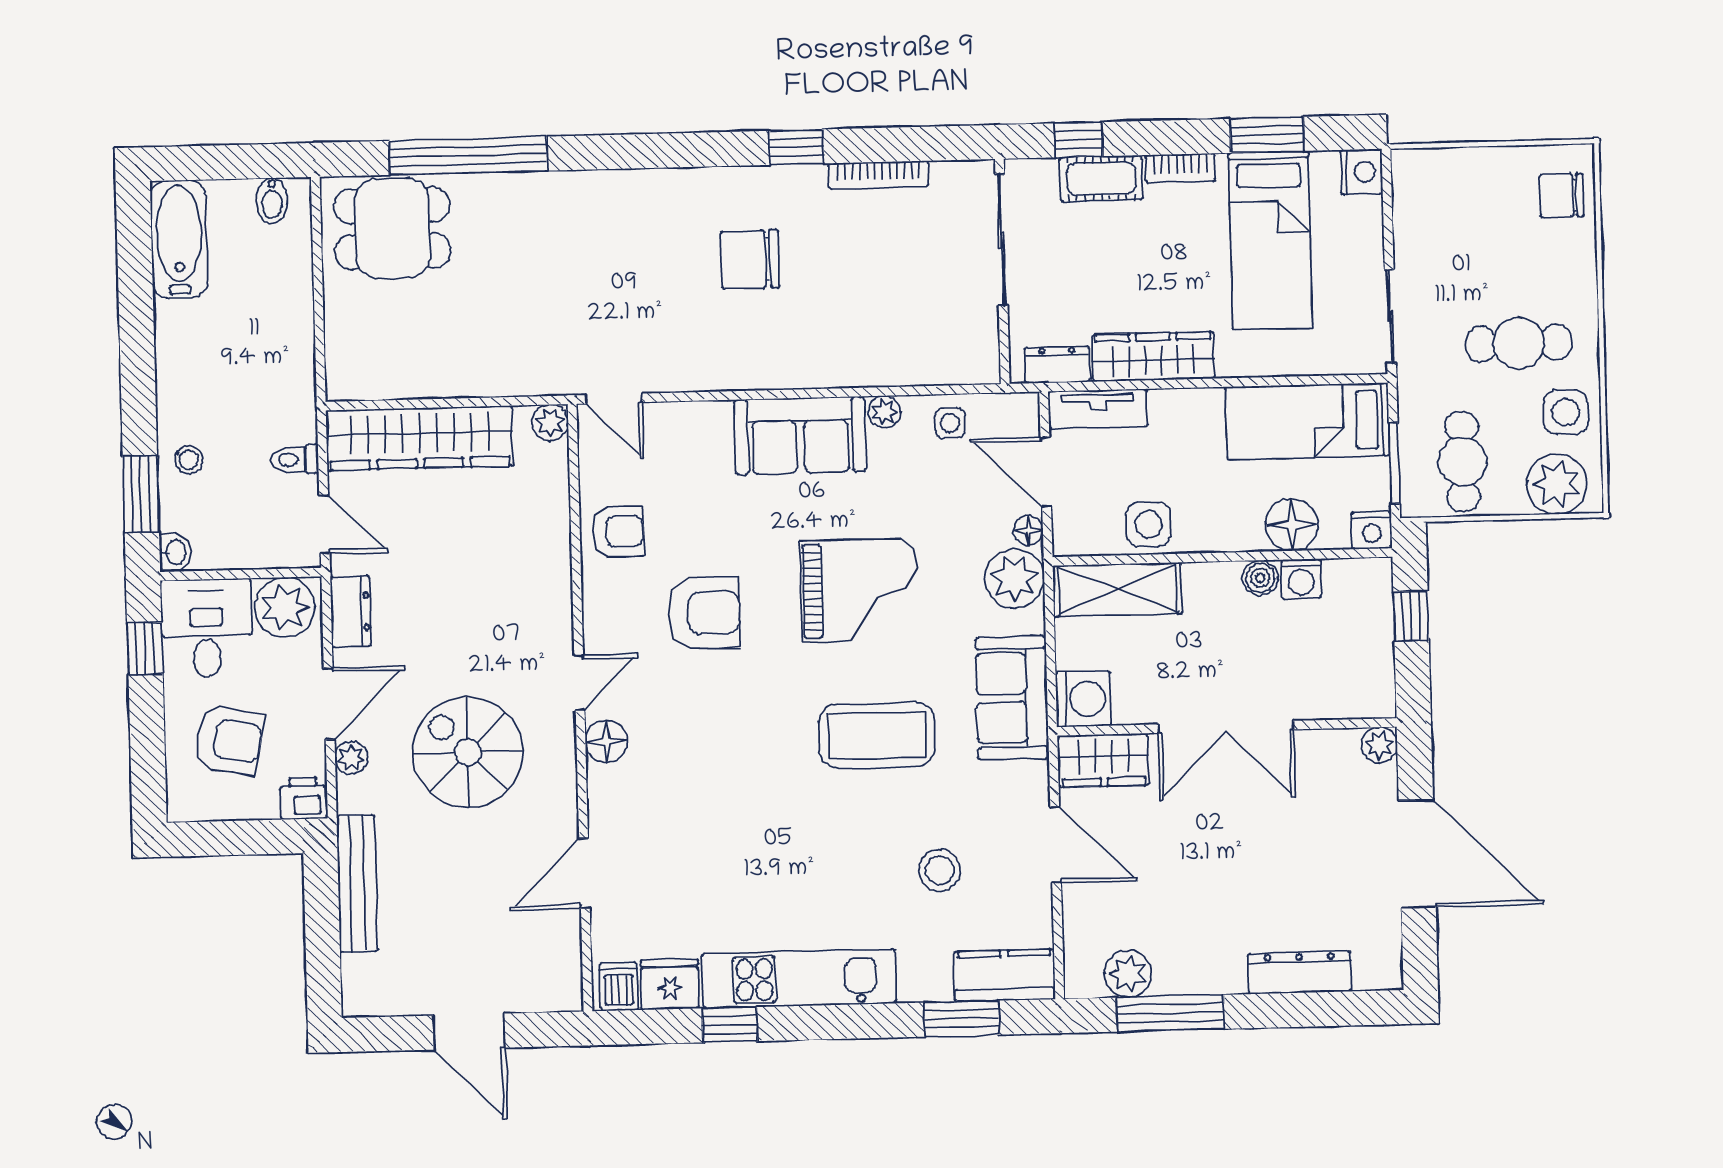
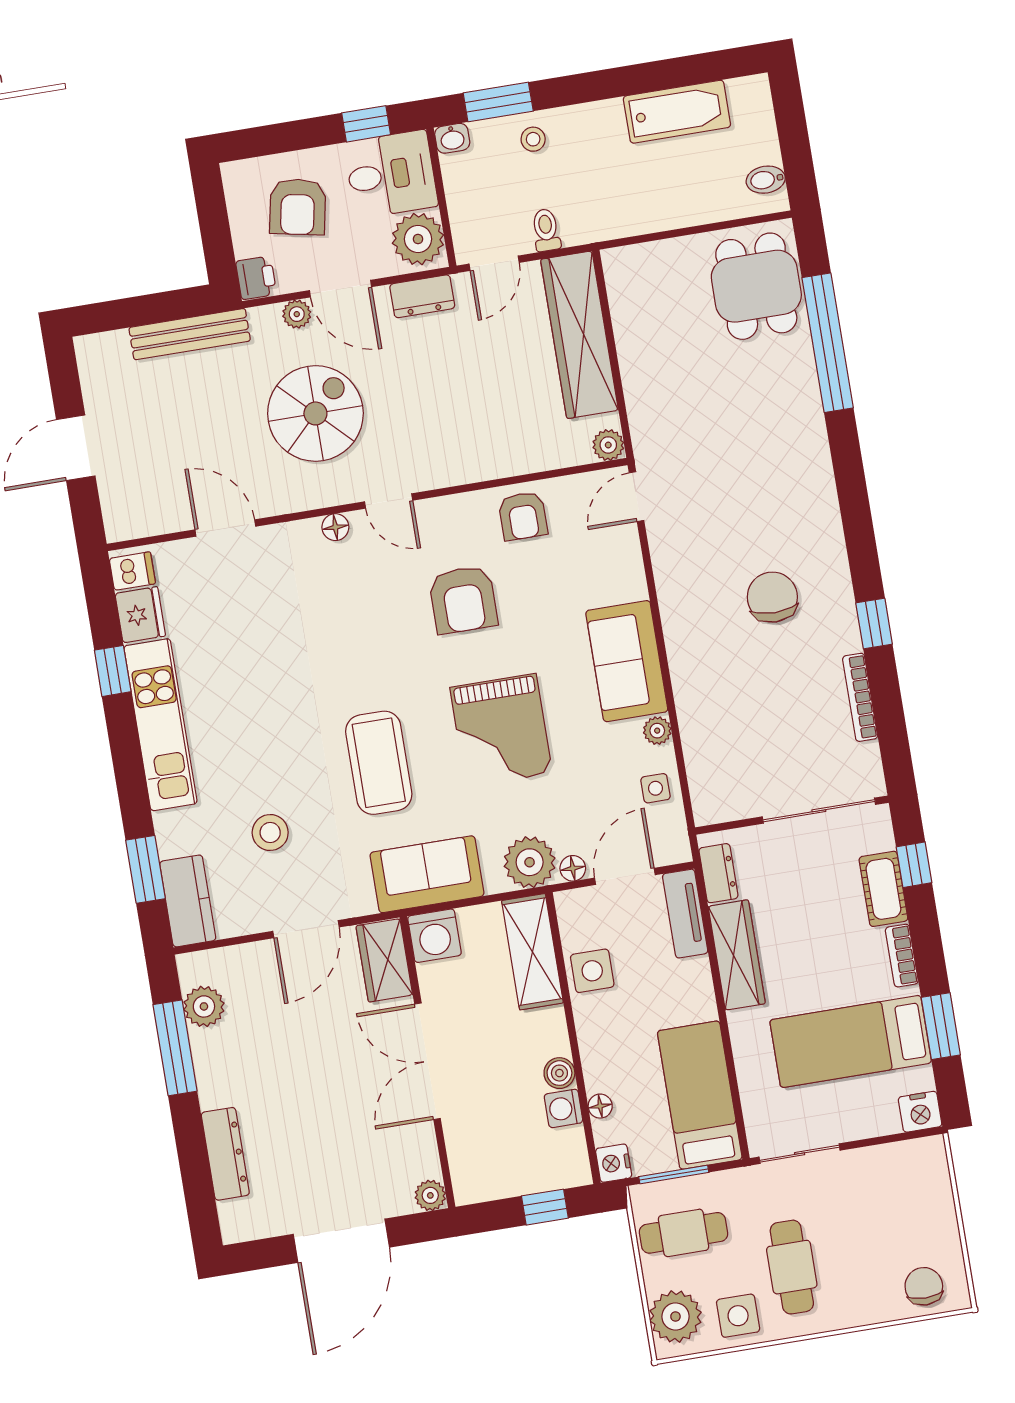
bathtub: (179, 239) -> (677, 112), moved
floor lamp: (1292, 525) -> (600, 1106), width x0.53, depth x0.53
floor lamp: (606, 742) -> (335, 527), width x0.73, depth x0.73

